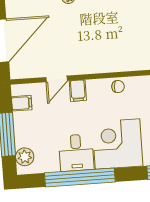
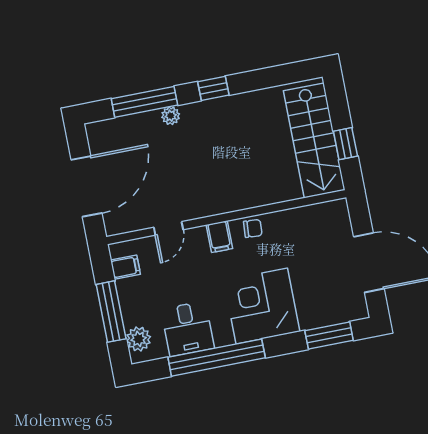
filing cabinet: (78, 91) -> (219, 237), moved
desk: (76, 153) -> (188, 329), moved

